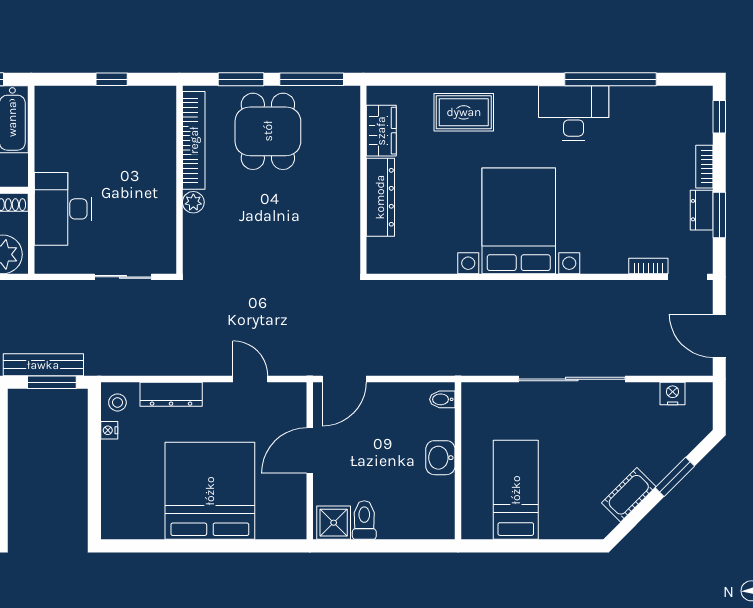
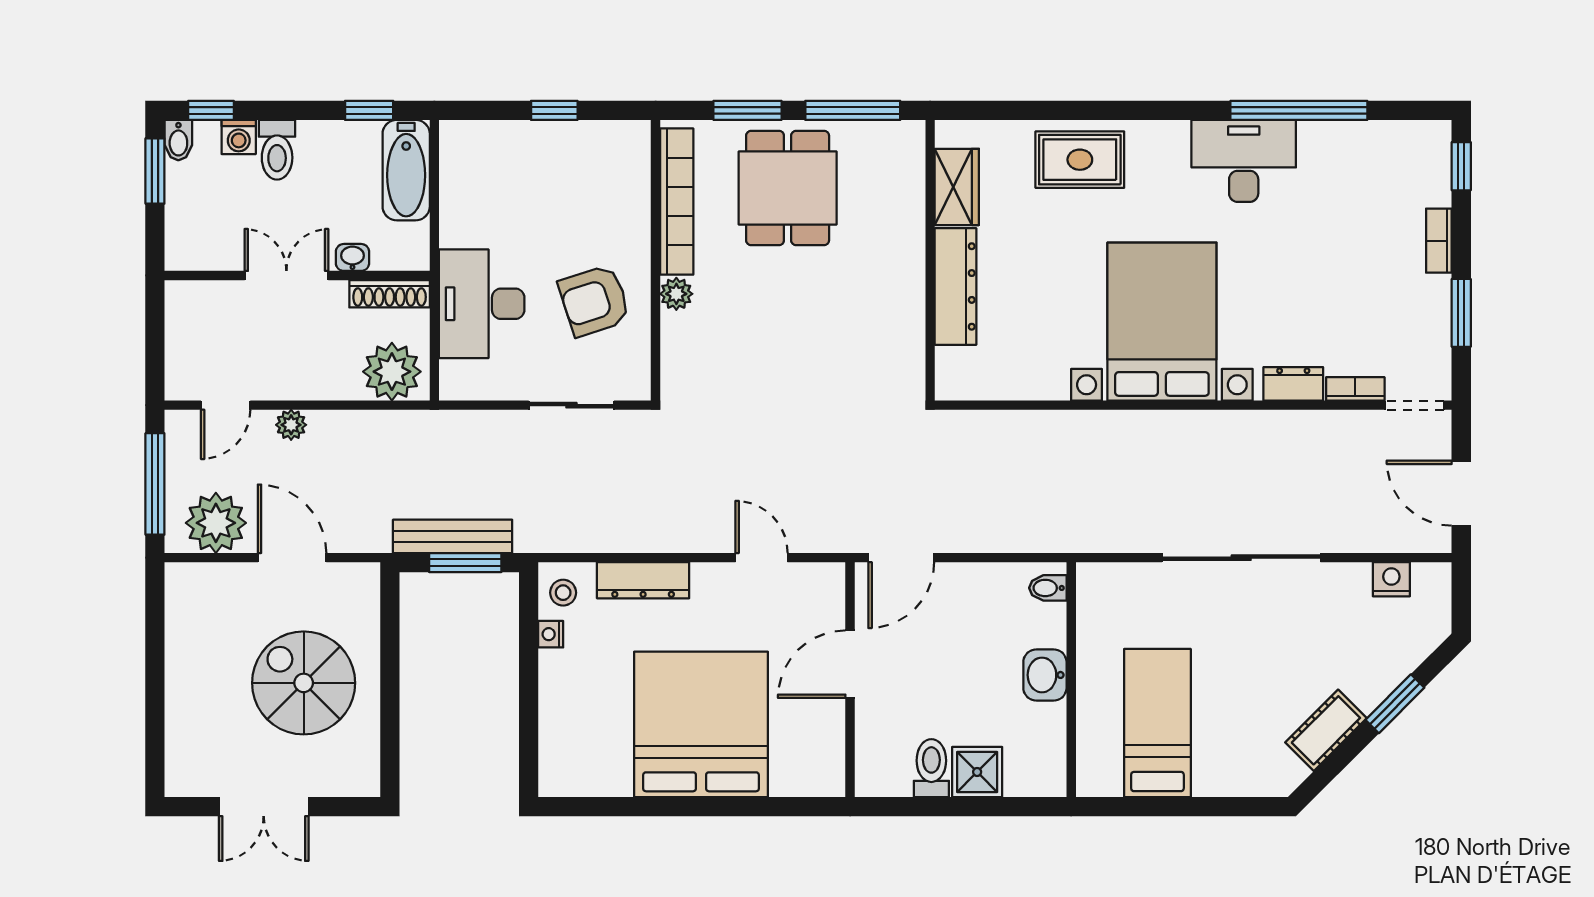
armchair: (138, 207) -> (594, 301), added
dresser: (702, 210) -> (1293, 384), moved, turned 90
shower: (334, 523) -> (977, 772), moved

